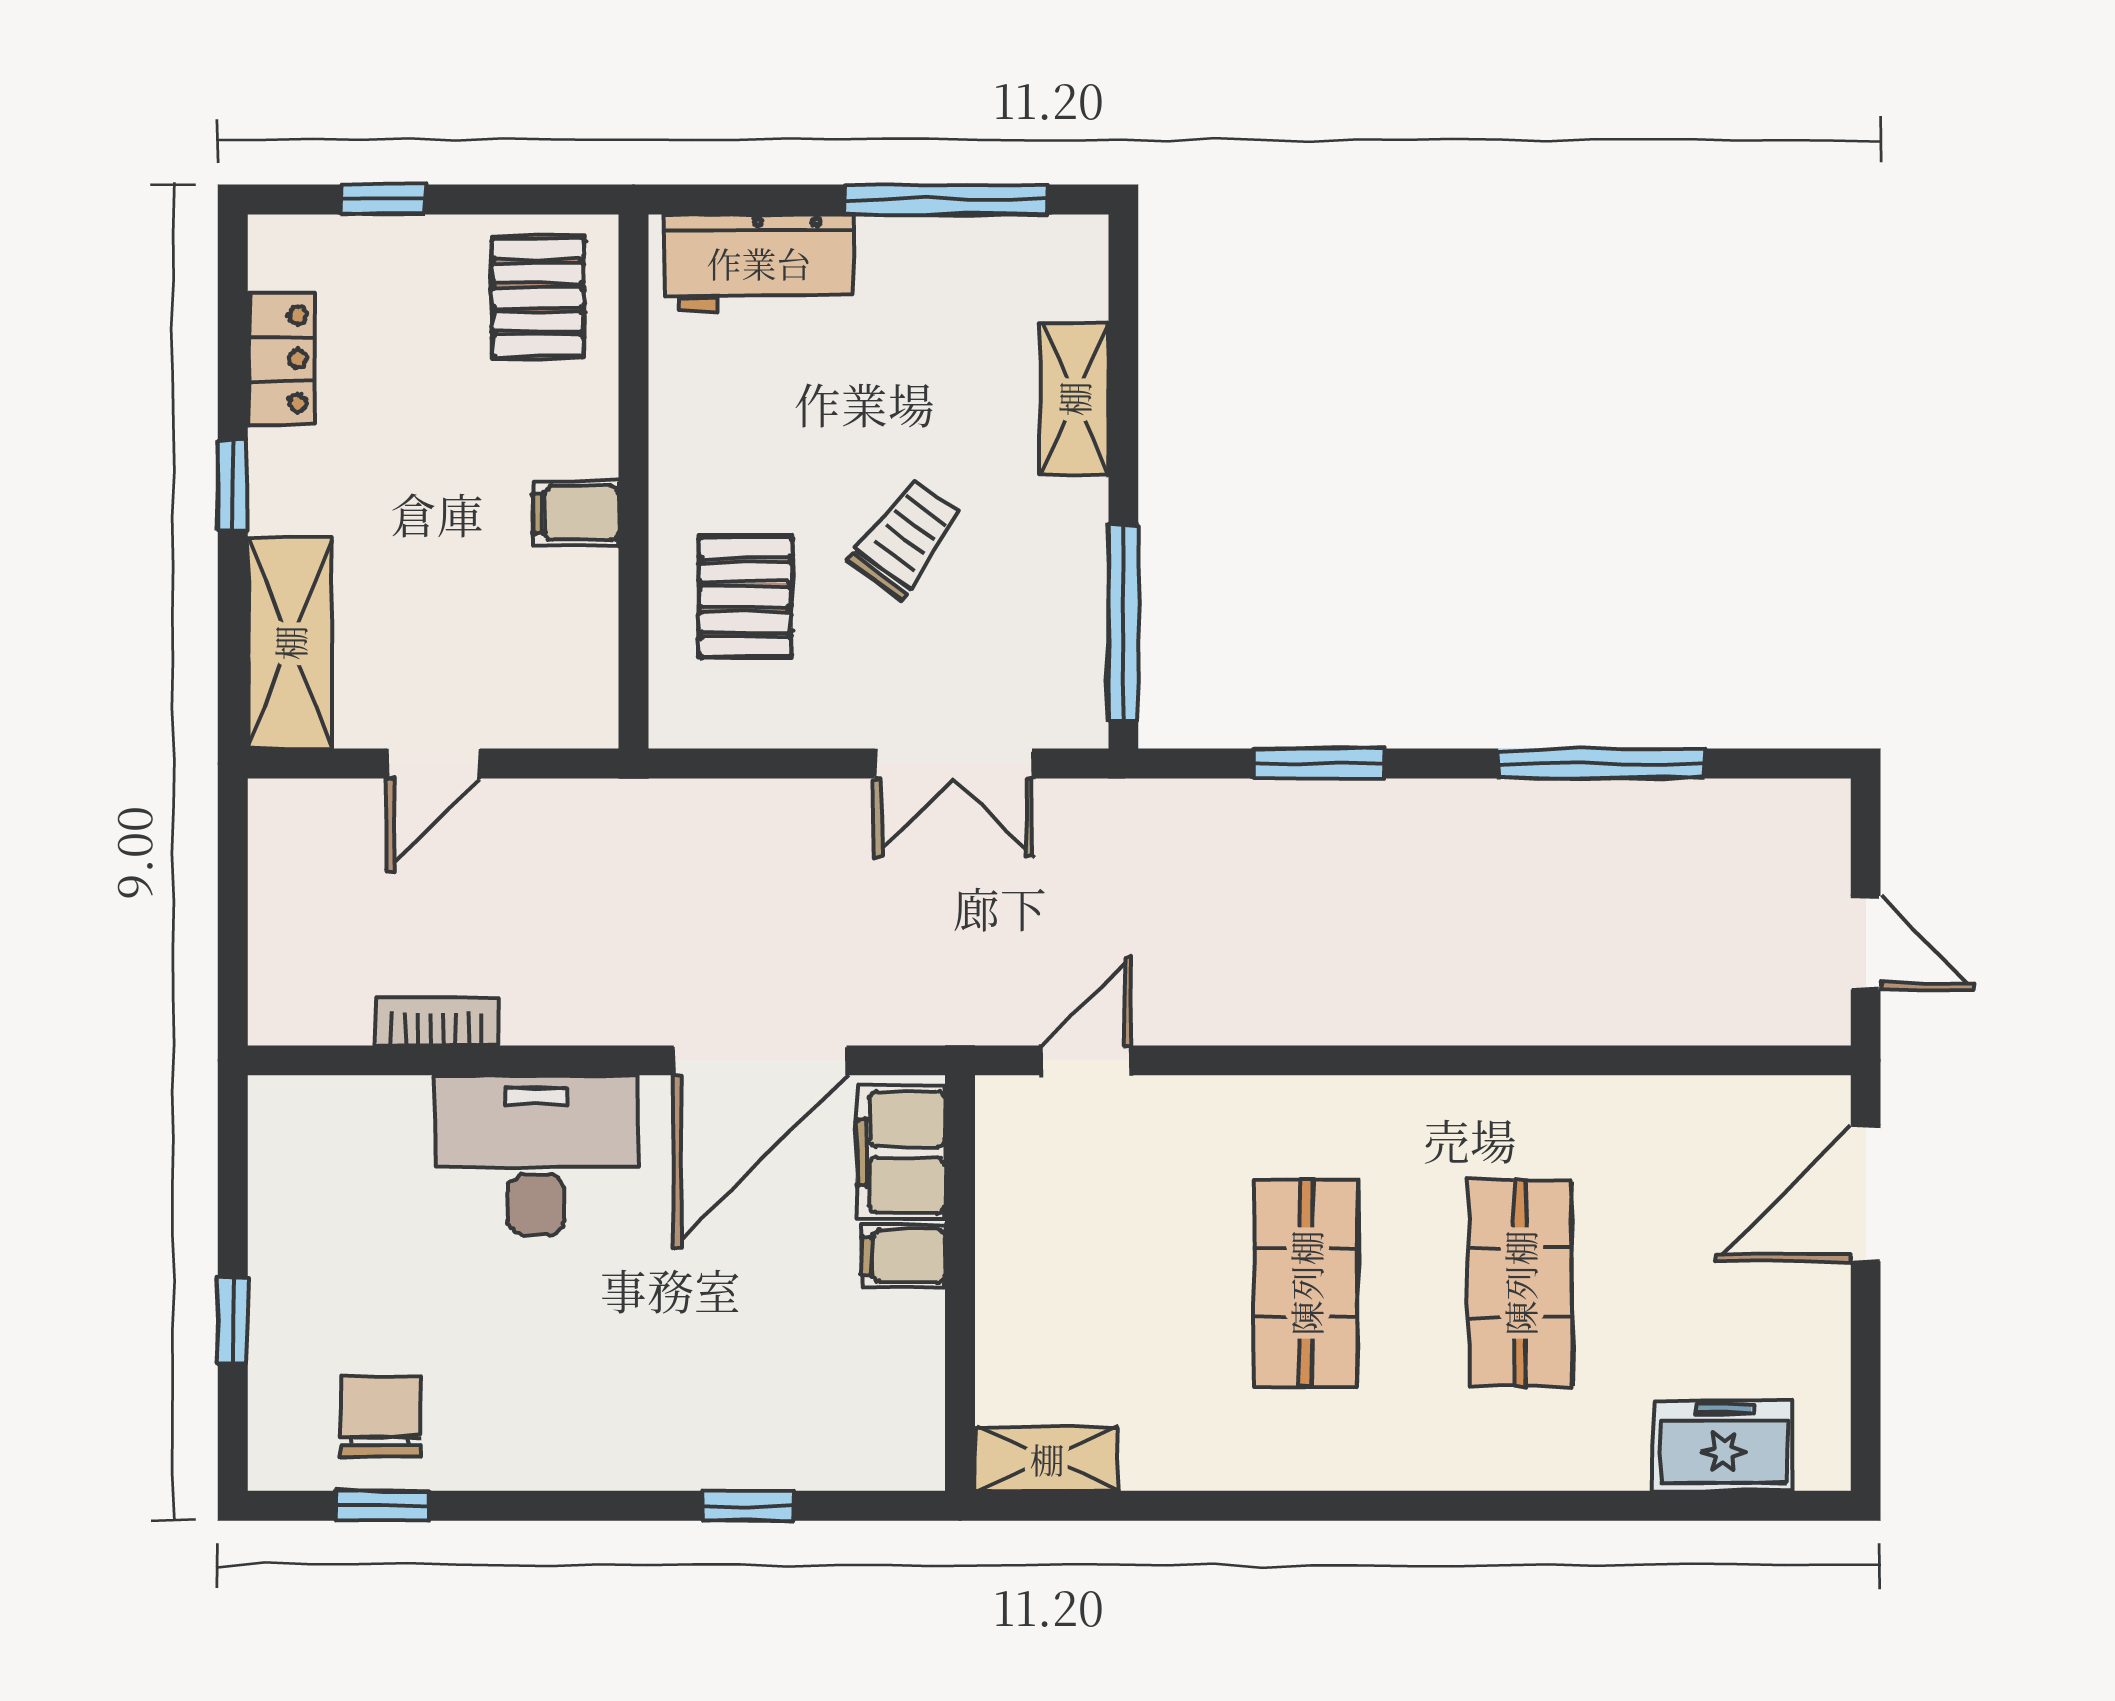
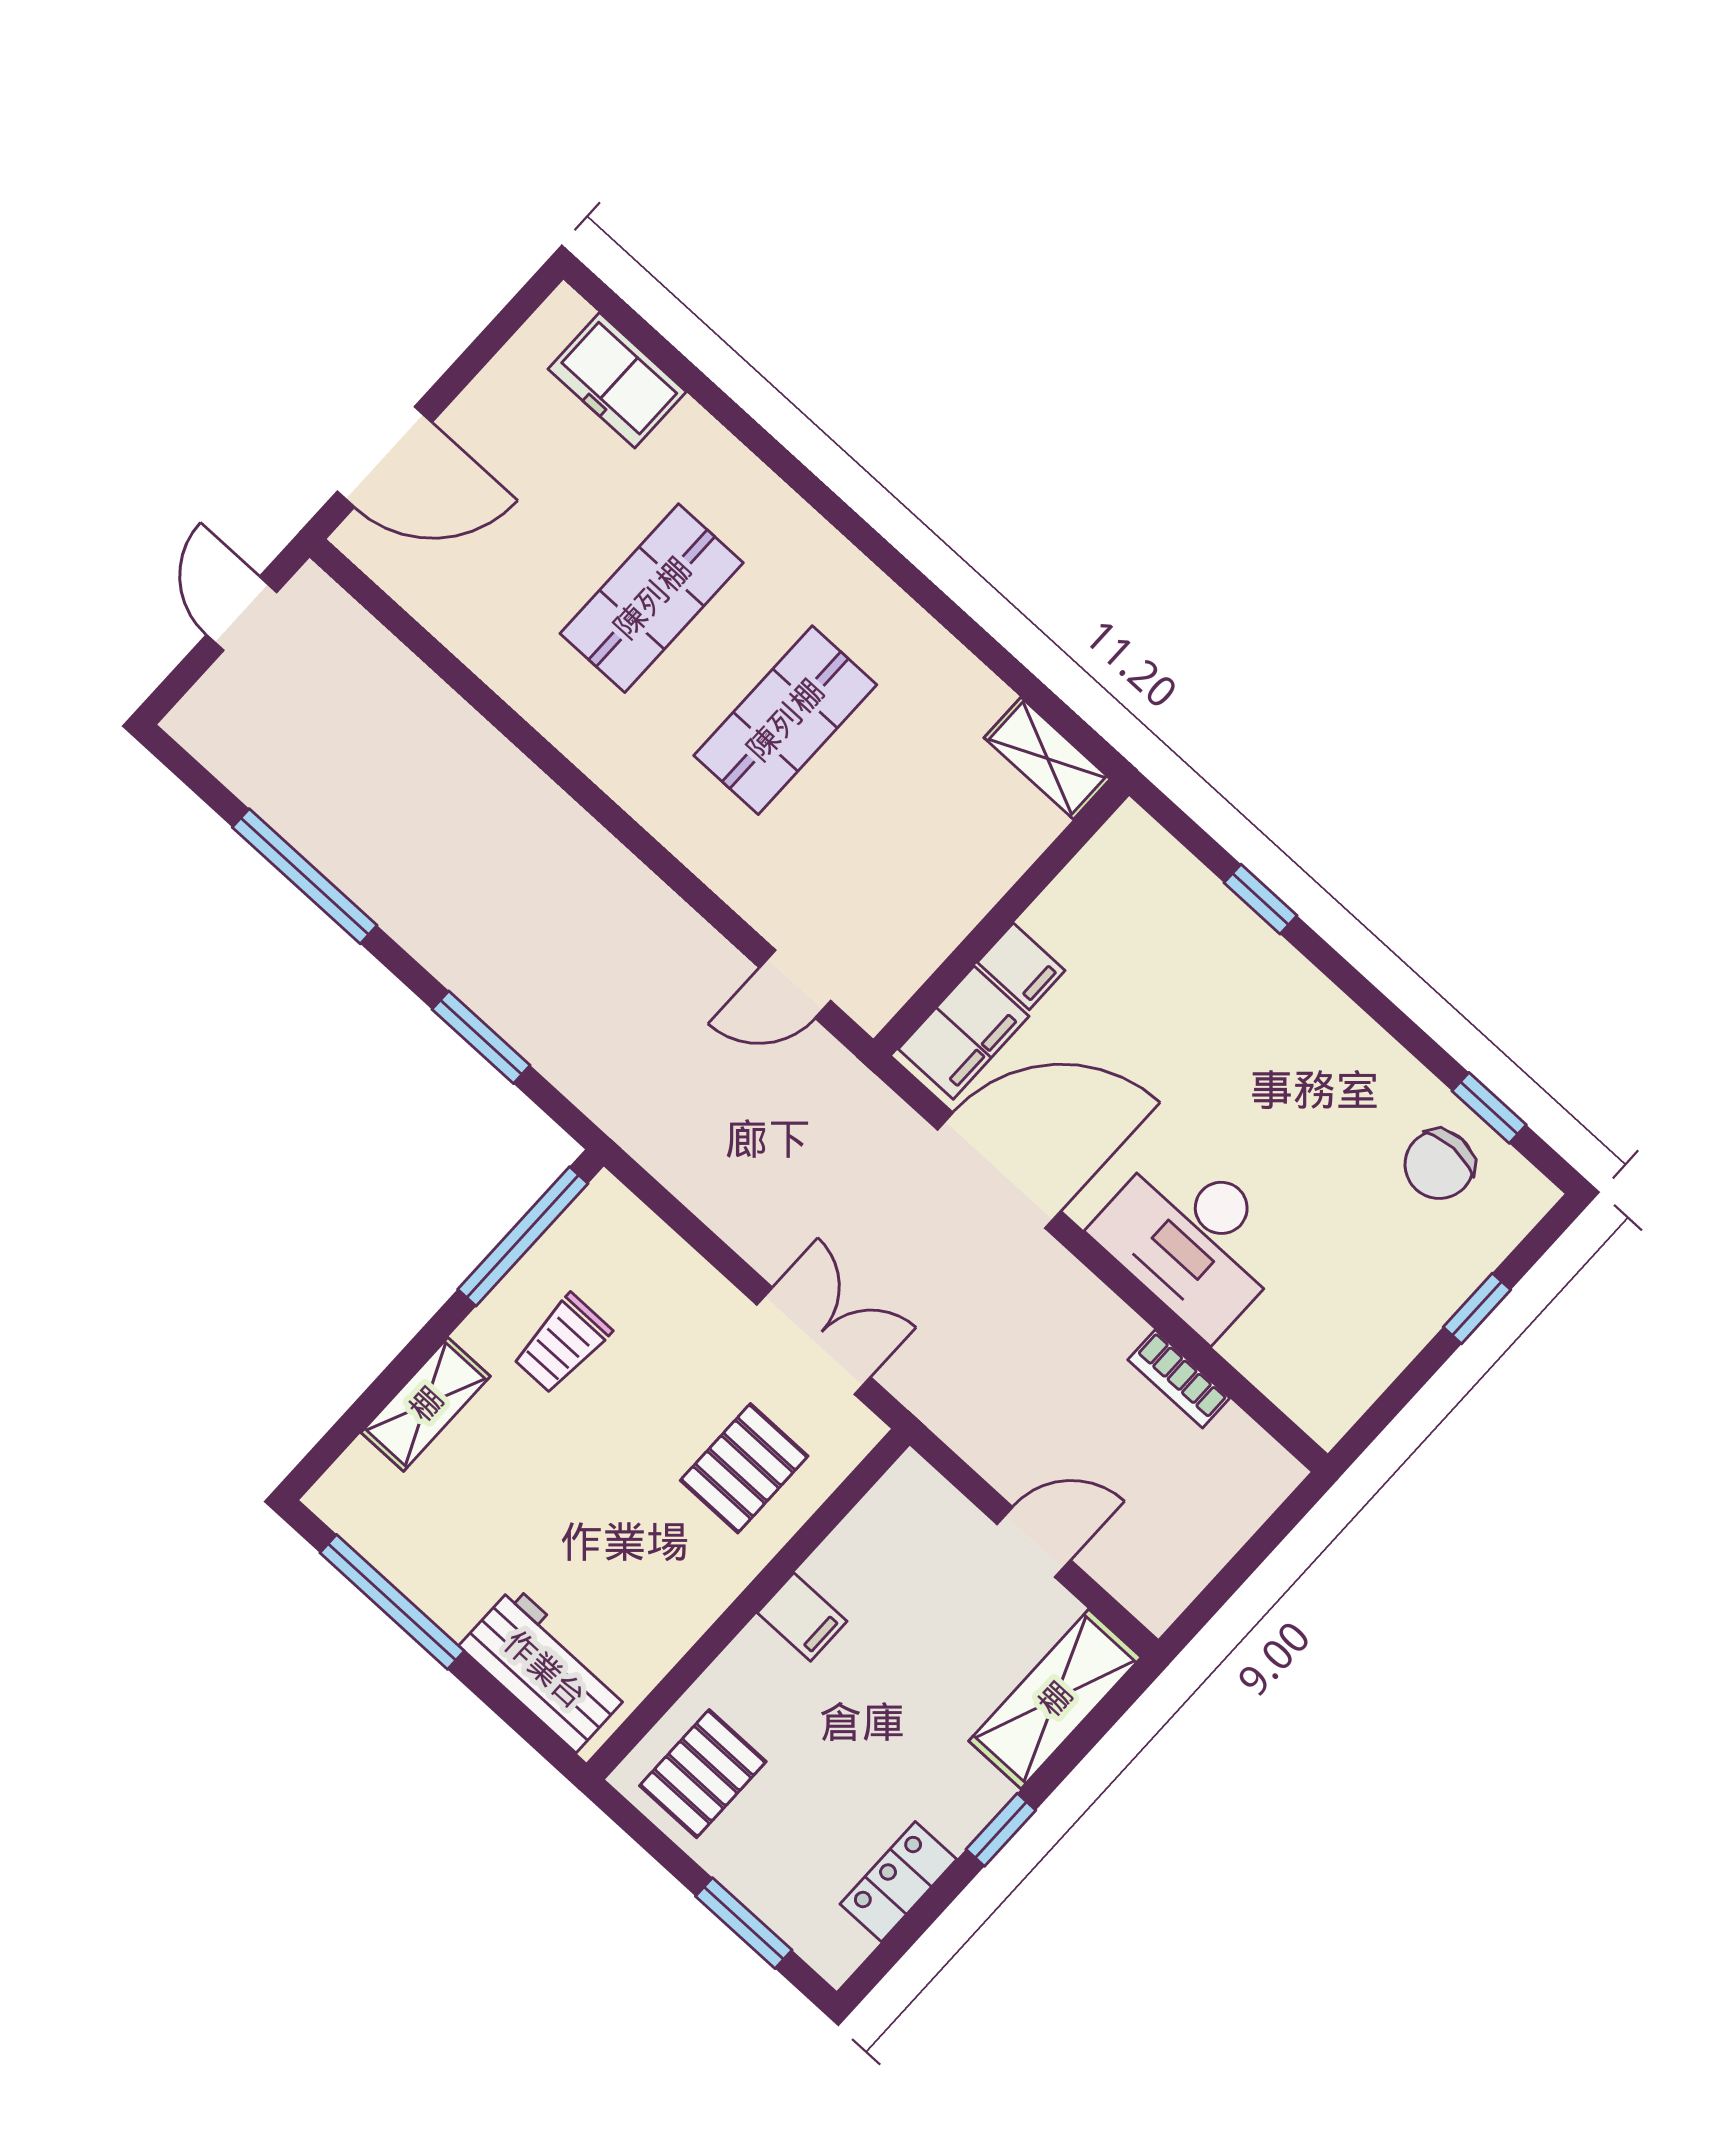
window: (383, 199) -> (744, 1923), width x1.50
trolley: (905, 539) -> (562, 1344), moved, turned -36
double door: (953, 764) -> (814, 1341), moved

